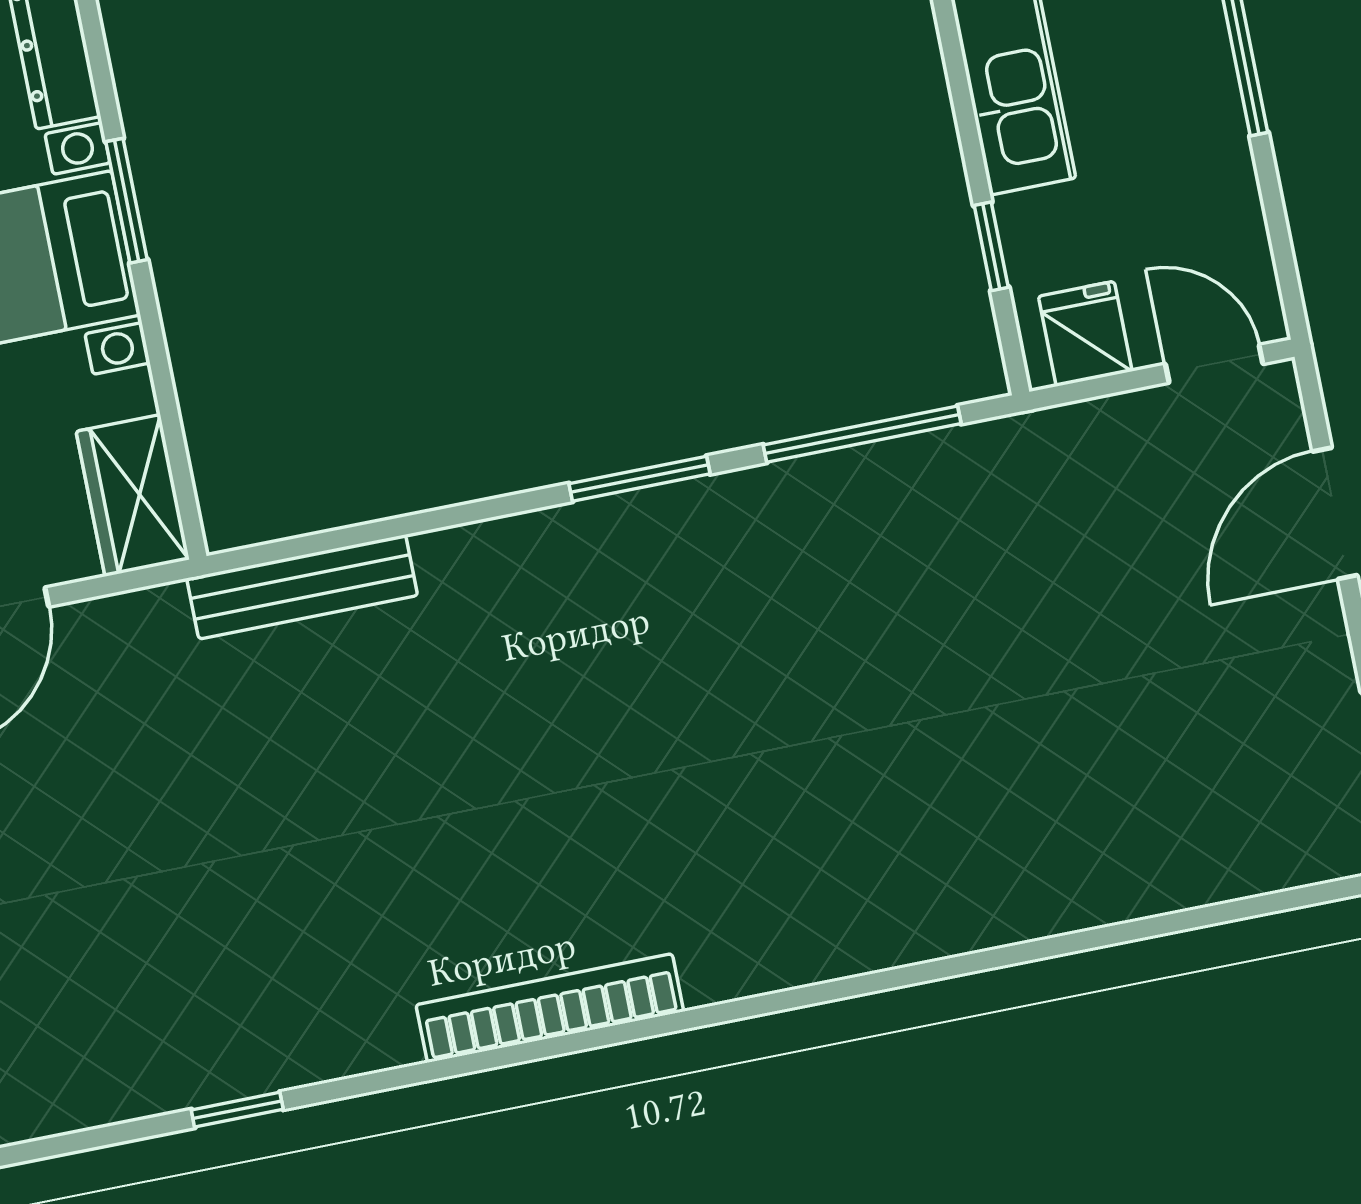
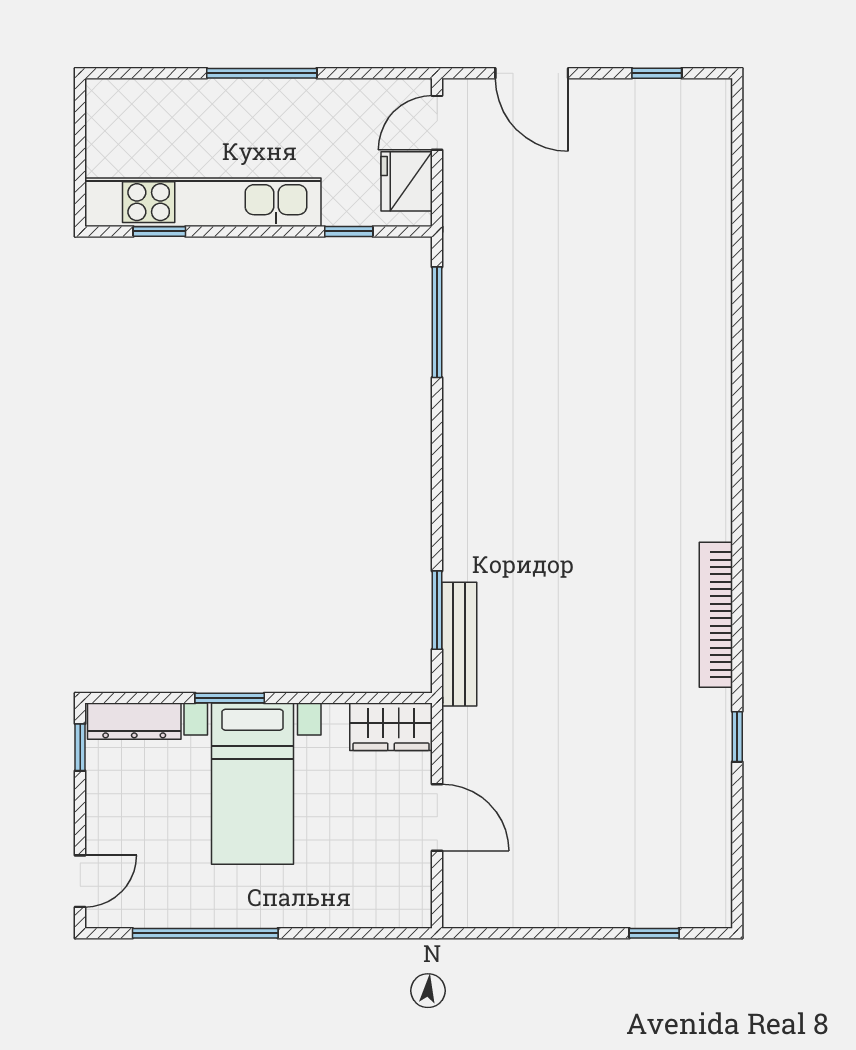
fridge: (1085, 334) -> (407, 181), width x1.38
window: (640, 479) -> (437, 610), moved
bookcase: (550, 1008) -> (716, 615), moved

